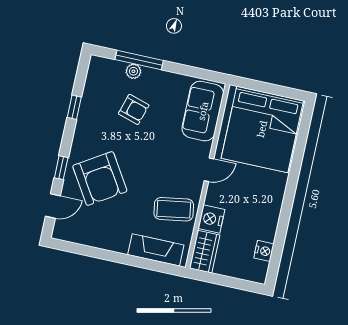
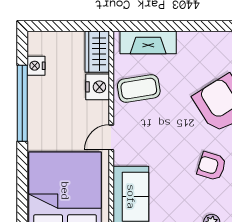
armchair: (134, 109) -> (212, 166), moved
window: (284, 219) -> (22, 103), added

